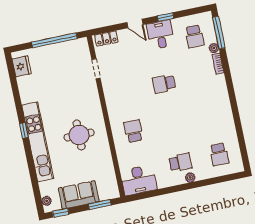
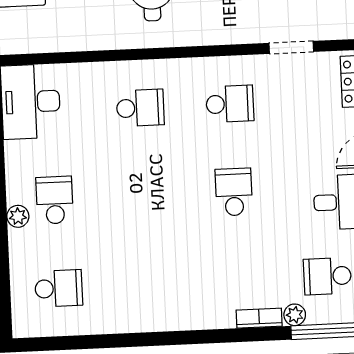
school desk: (125, 92) -> (230, 104), added
school desk: (219, 154) -> (59, 288), turned 180
school desk: (180, 162) -> (55, 200), turned 180

